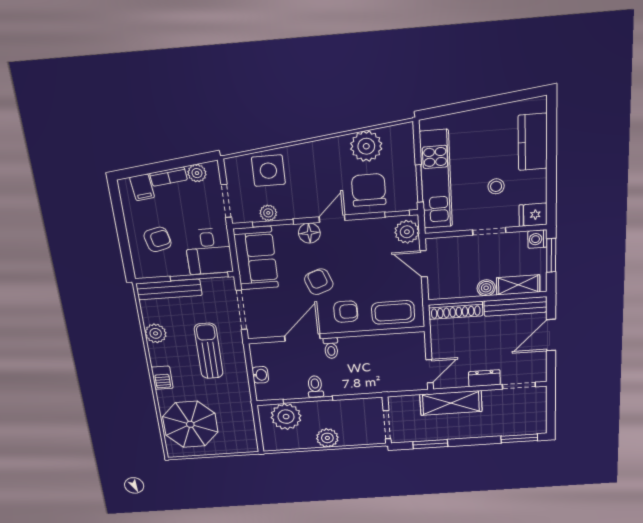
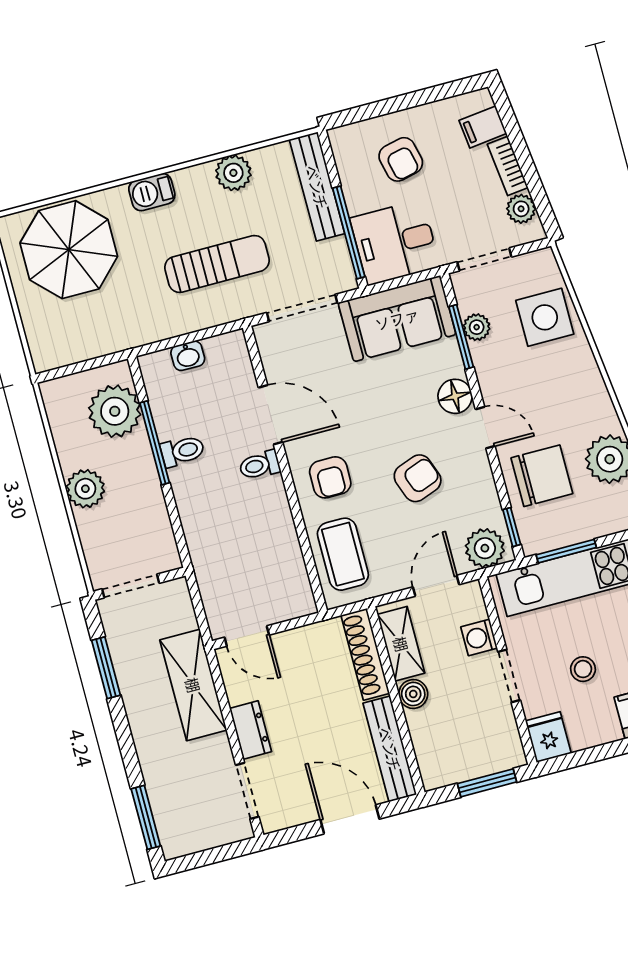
washing machine: (537, 239) -> (479, 637), moved, turned -90
armchair: (319, 282) -> (418, 478), moved
shelving: (518, 285) -> (401, 644), moved

